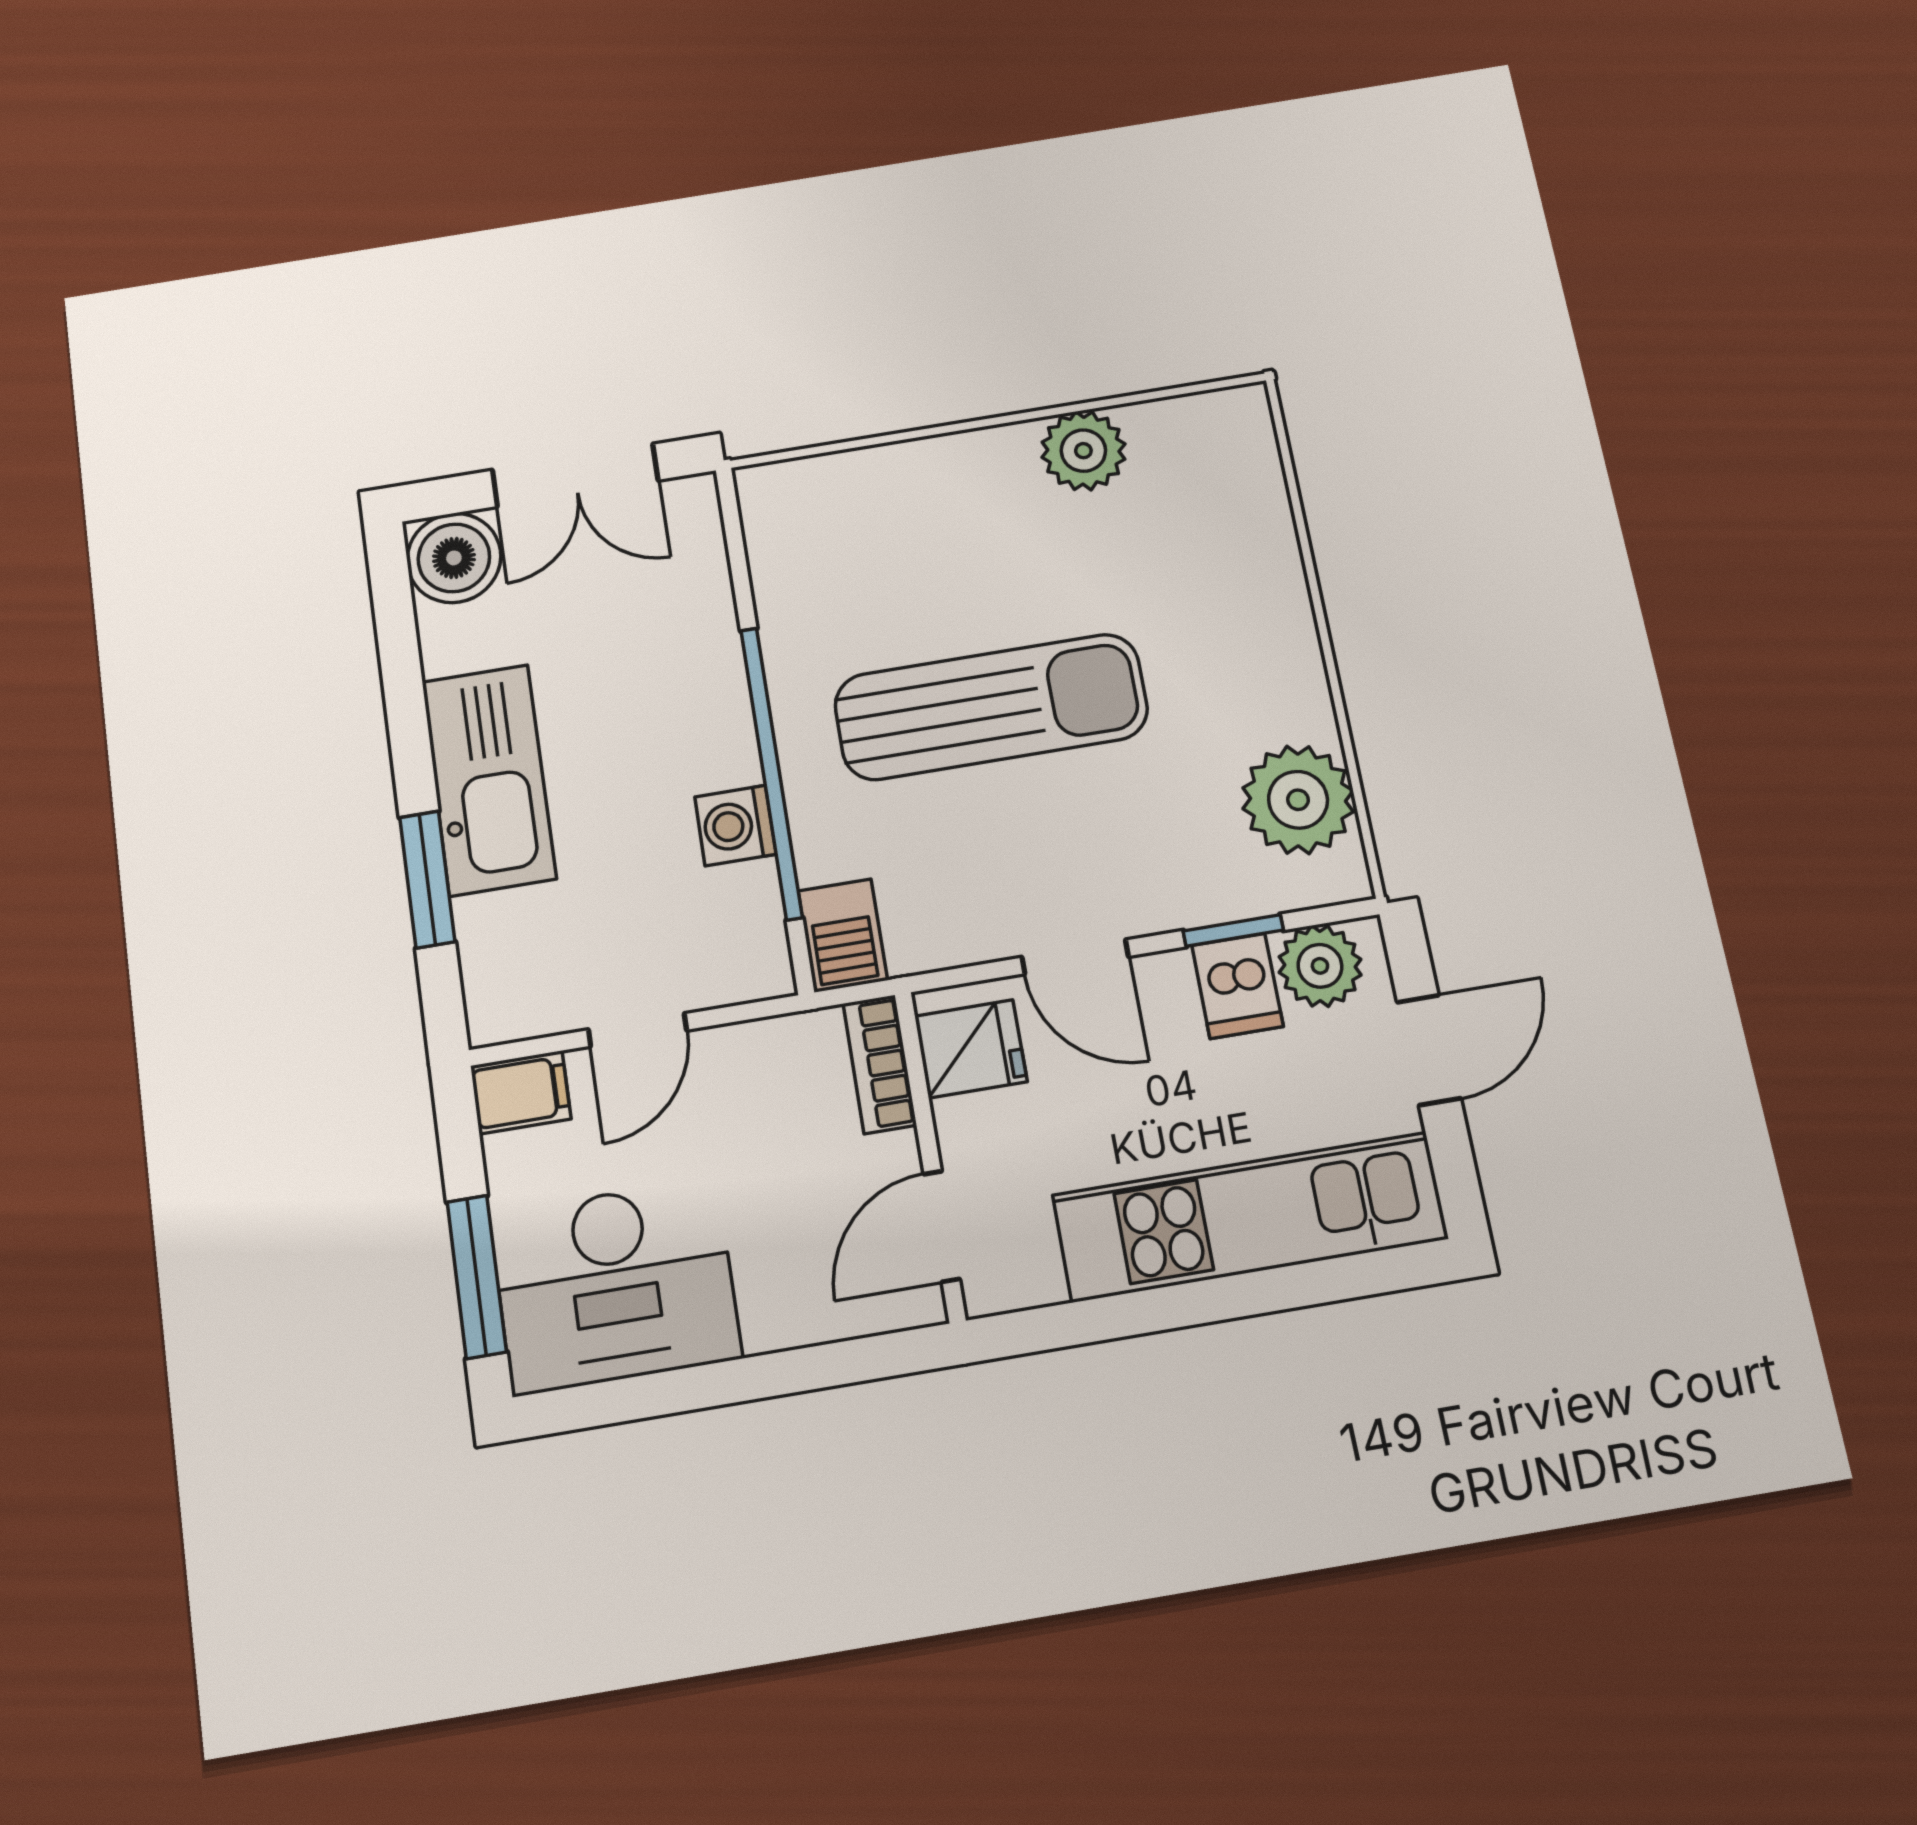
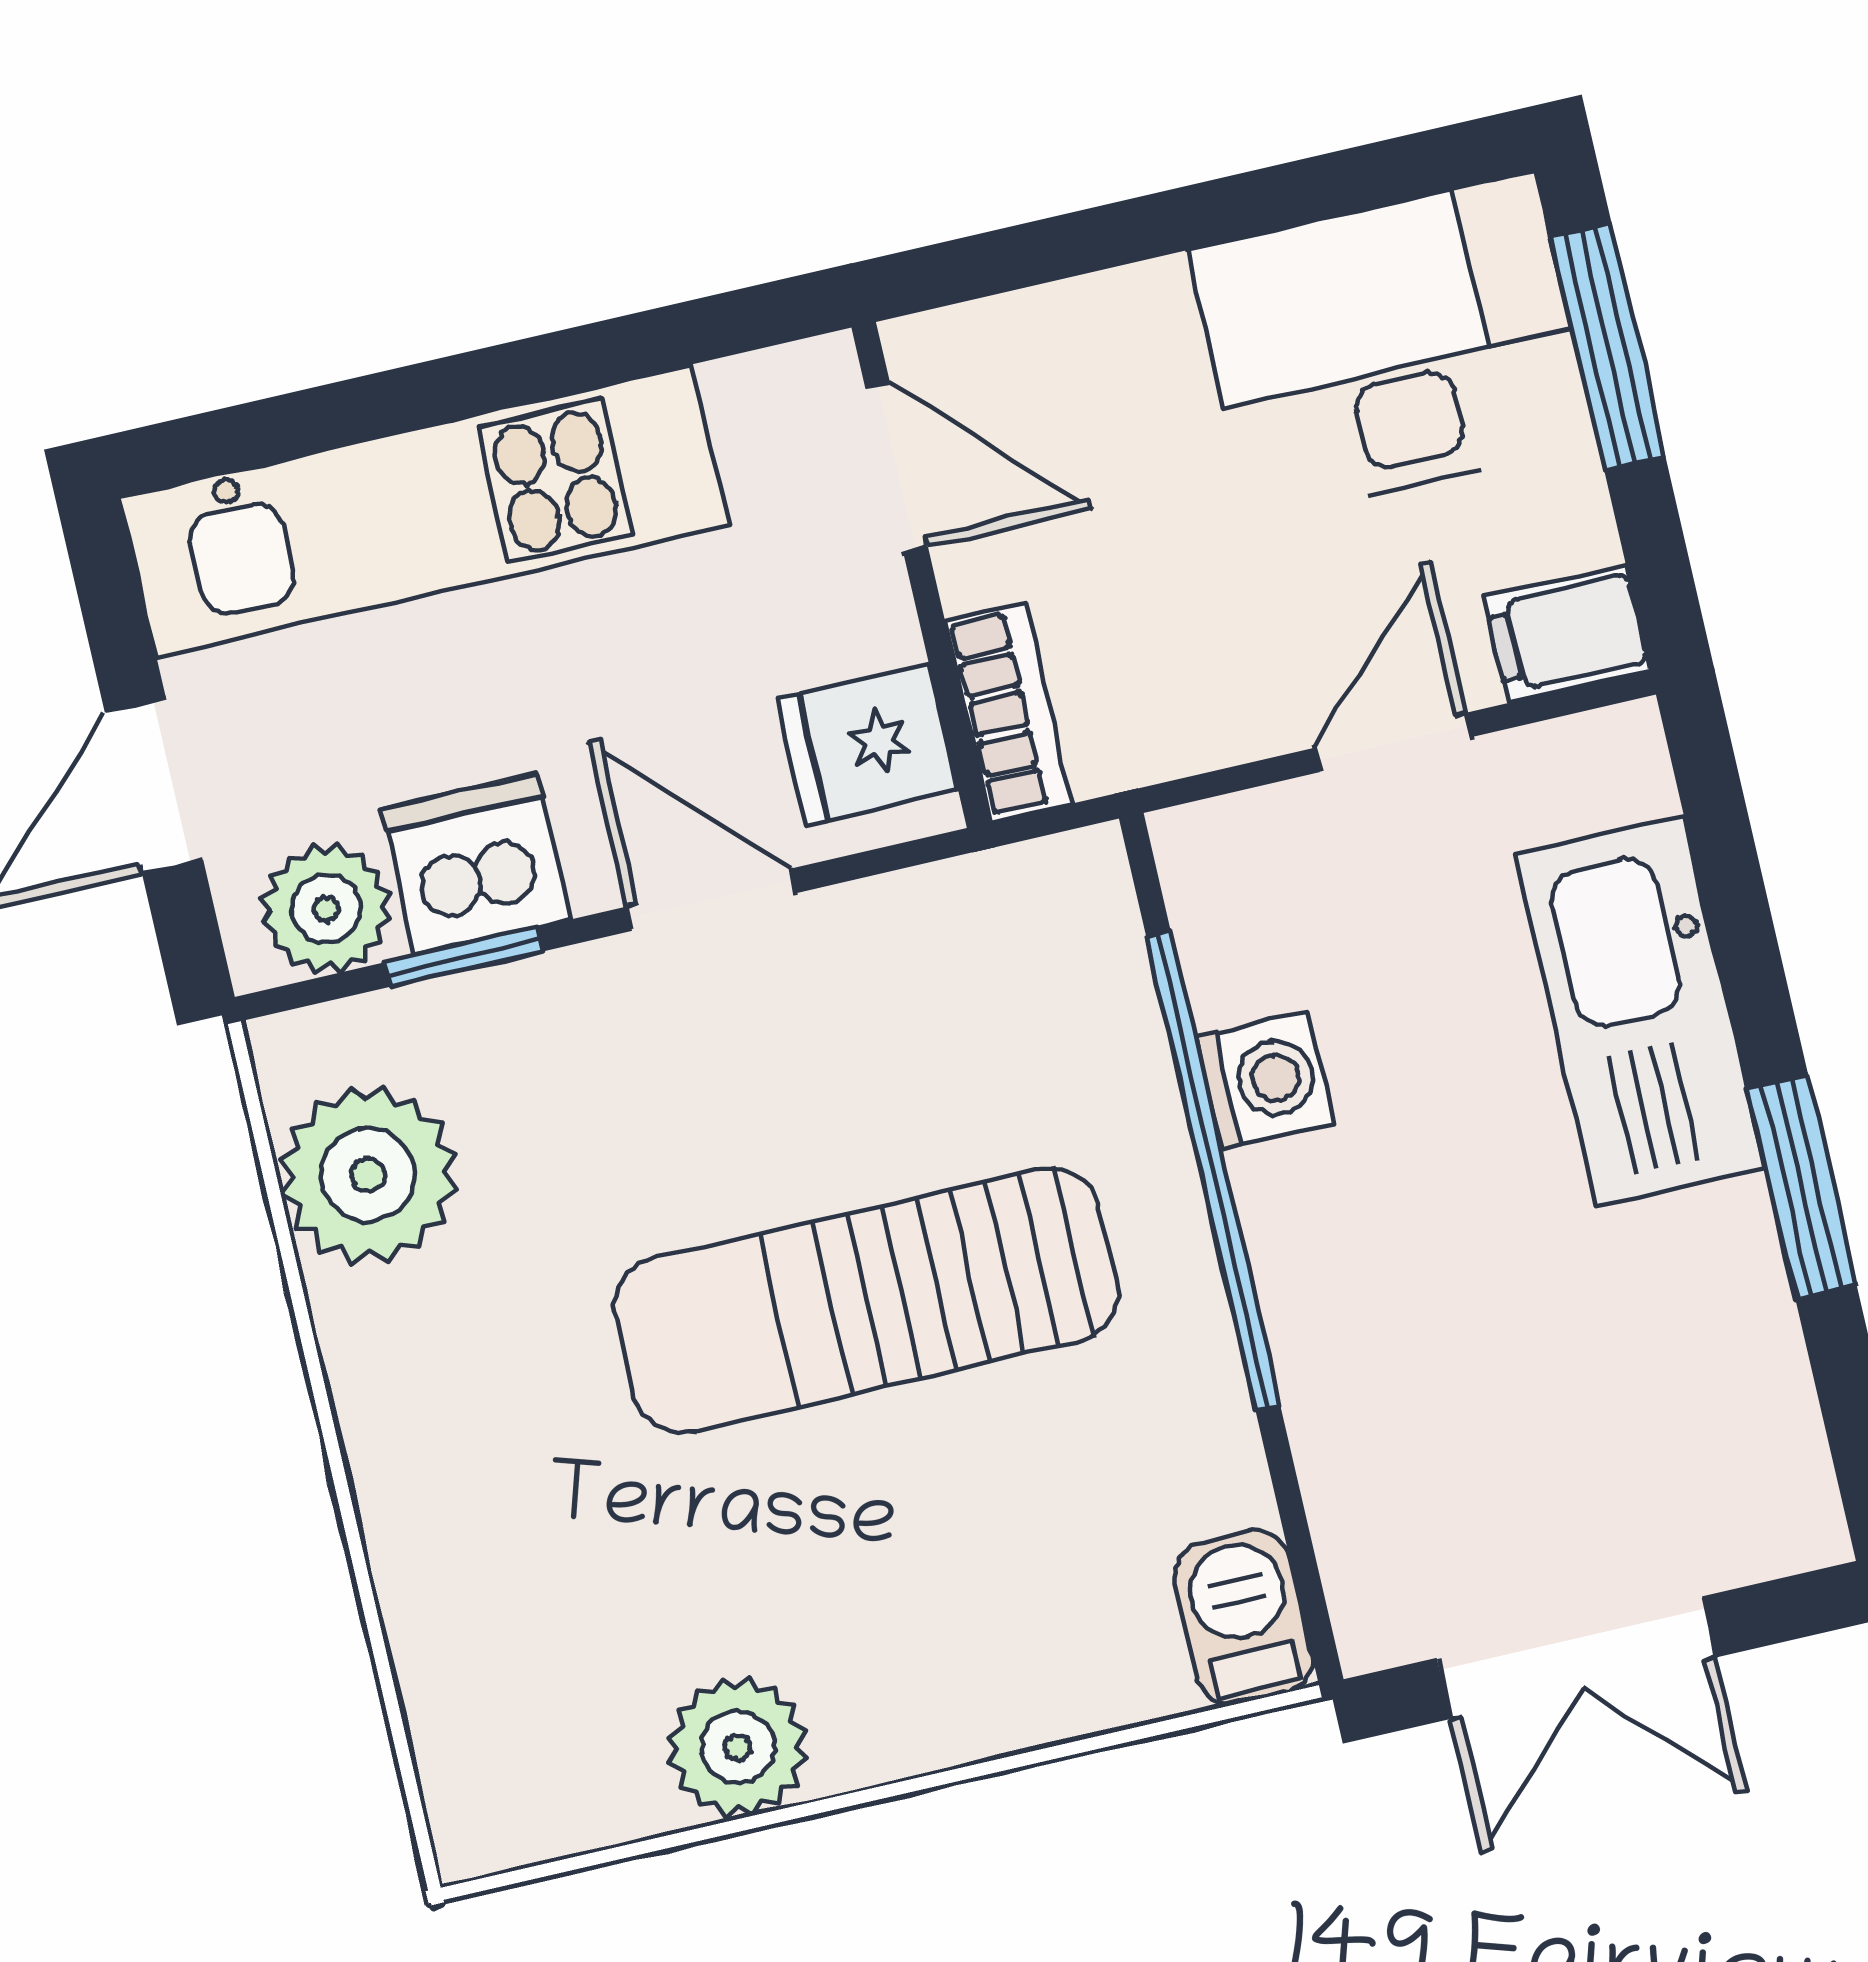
double door: (575, 475) -> (1577, 1658), swing flipped
boiler: (454, 558) -> (1763, 1503), removed
kitchen sink: (489, 780) -> (1640, 1011), moved
window: (427, 879) -> (1802, 1186), moved
barbecue: (843, 935) -> (1243, 1618), moved
dishwasher: (1238, 986) -> (476, 864), width x1.38
door: (942, 1226) -> (897, 468), hinge flipped

